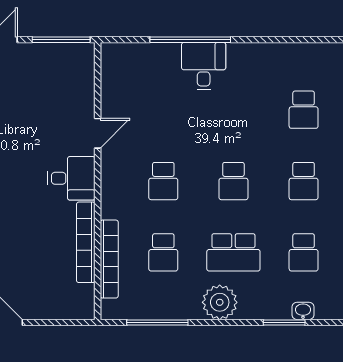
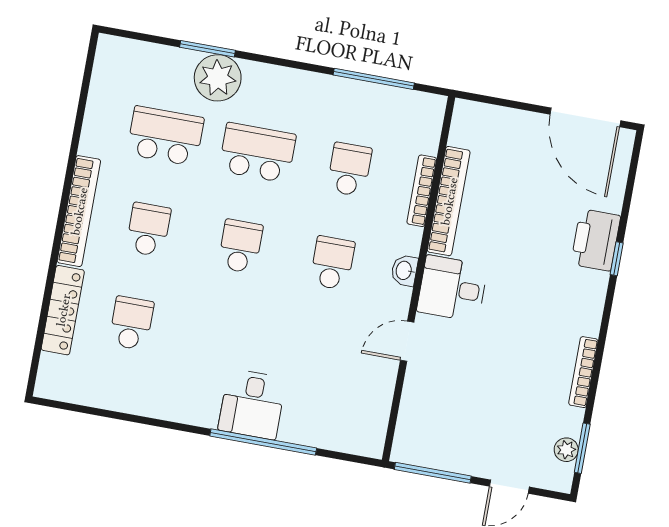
school desk: (304, 252) -> (165, 136), width x1.85
bookcase: (109, 259) -> (422, 191), width x0.68, depth x0.76
plant: (220, 302) -> (218, 78), moved
washbasin: (303, 311) -> (404, 271), moved, turned 90

